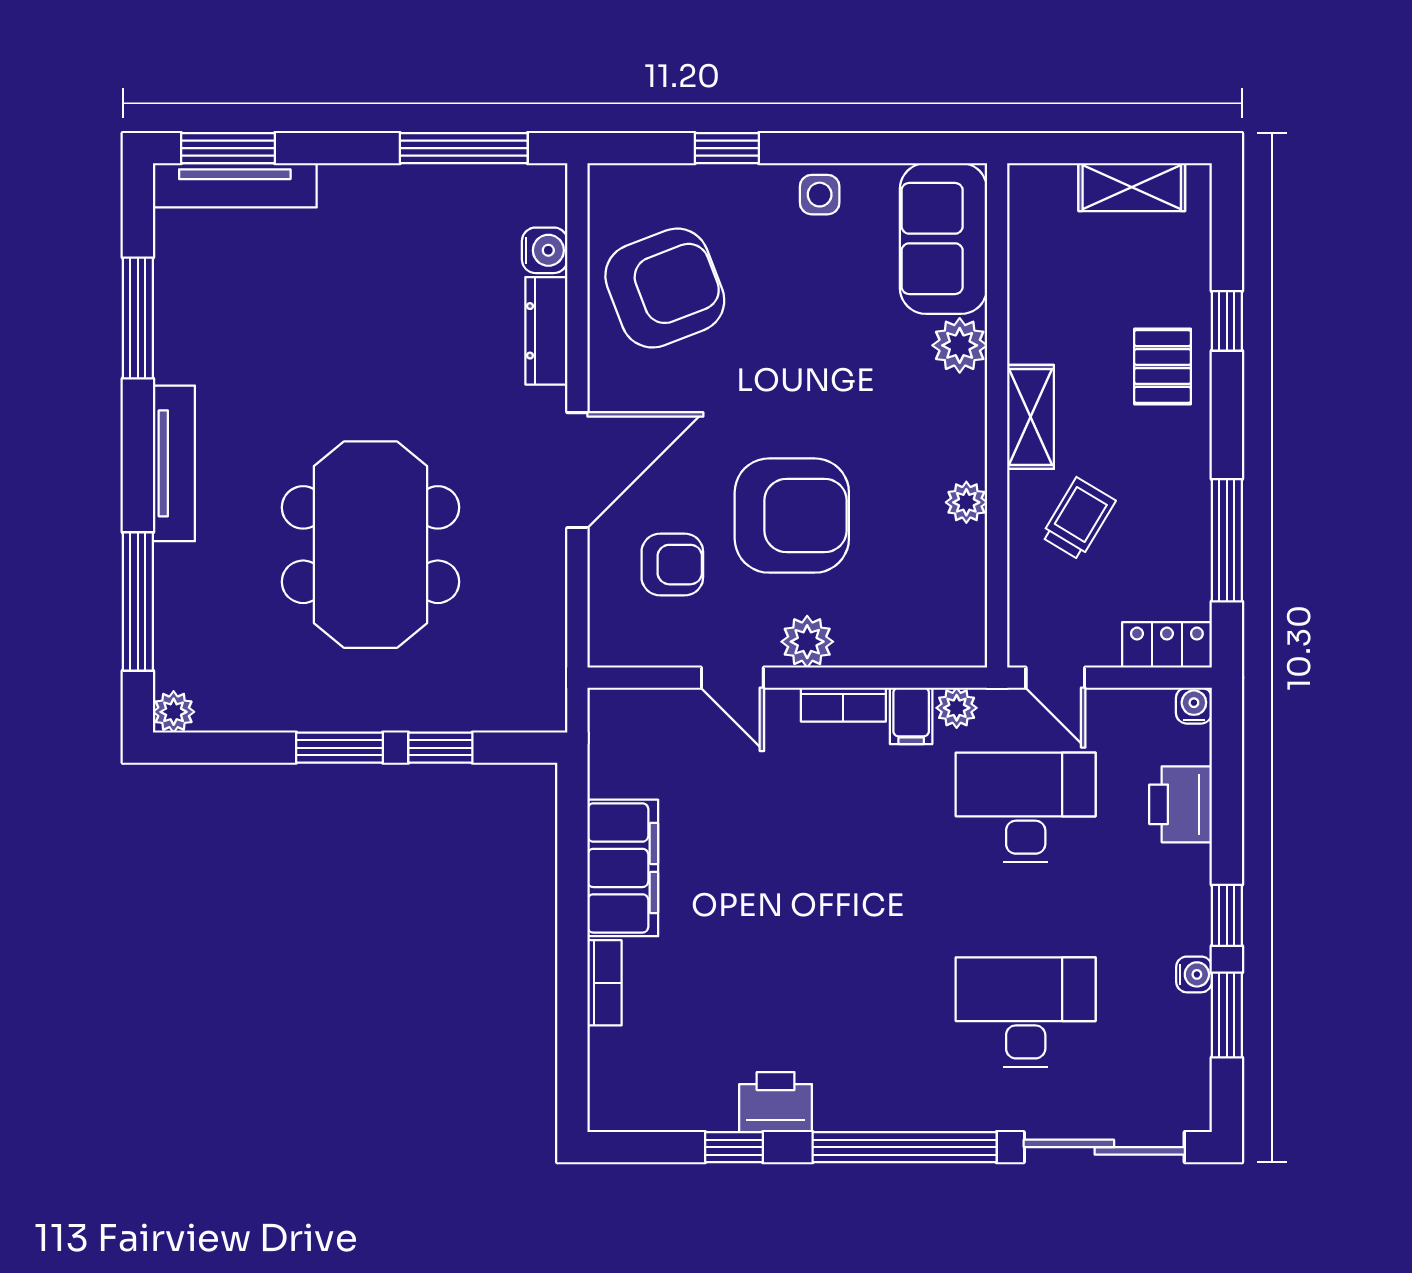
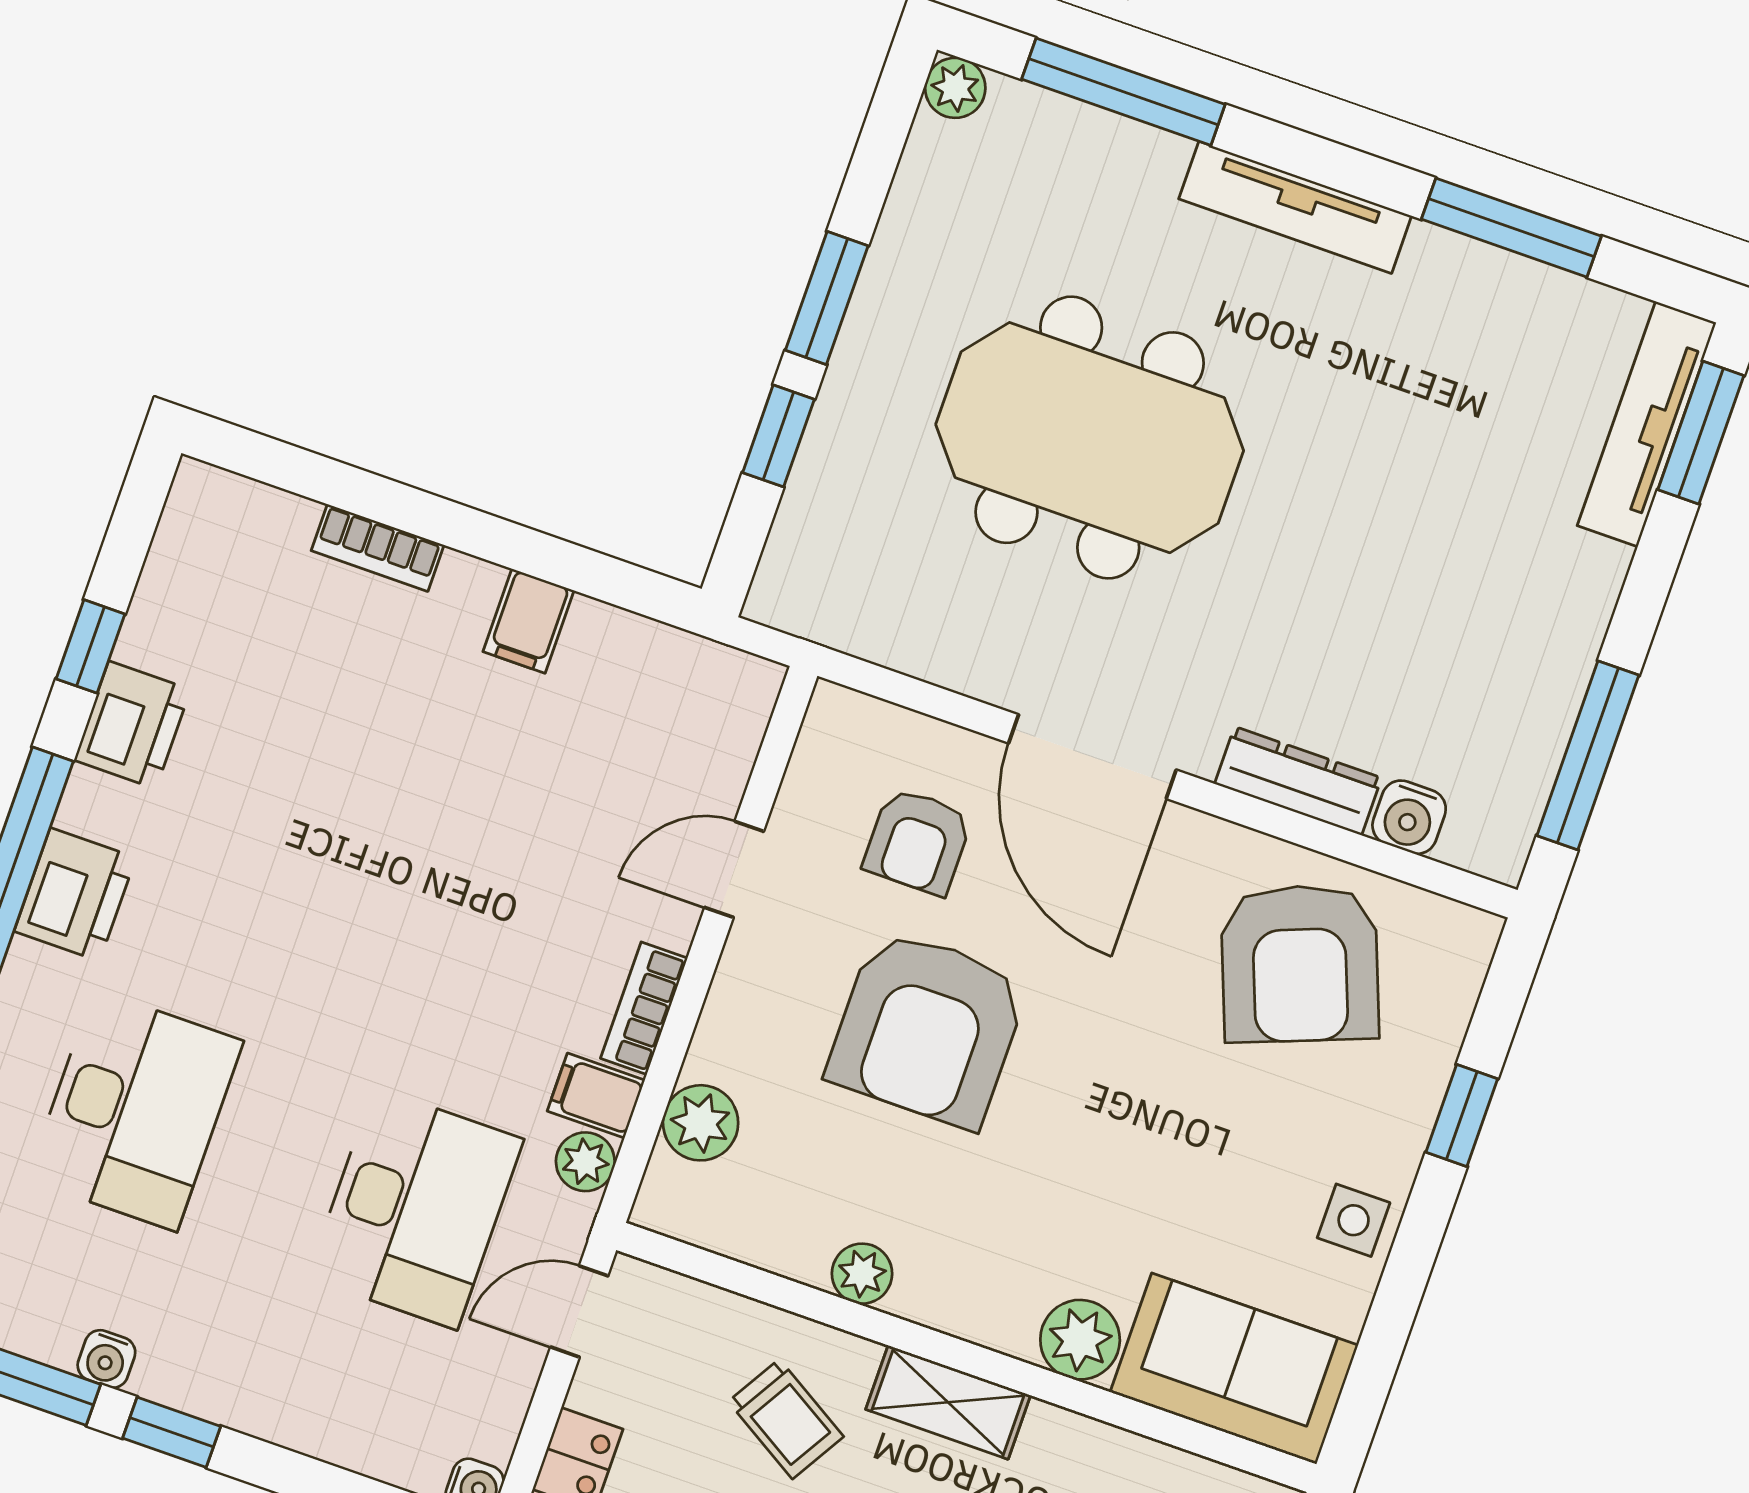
plant: (807, 642) -> (701, 1123), moved
printer: (1181, 804) -> (75, 894), moved, turned 90
filing cabinet: (623, 868) -> (528, 621), width x0.33, depth x0.86

